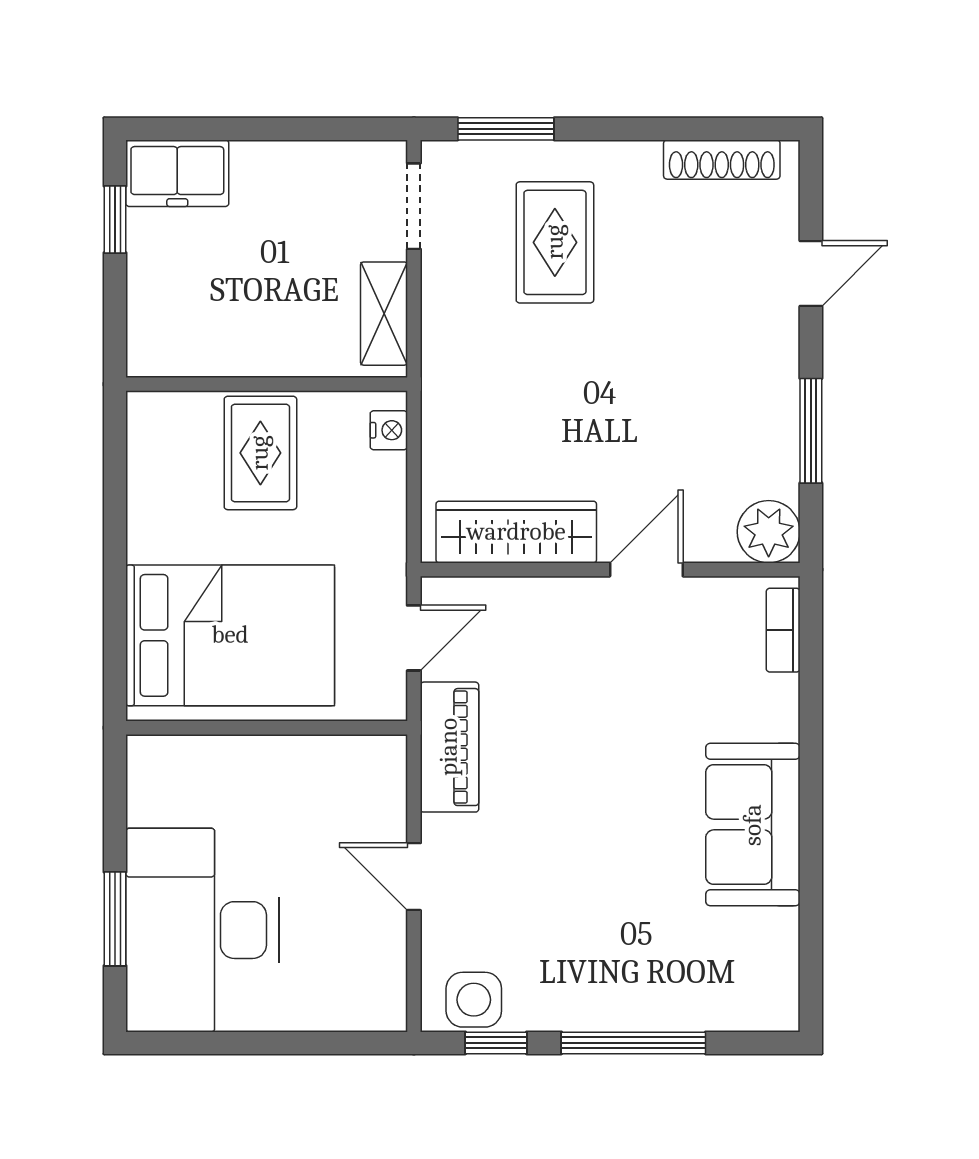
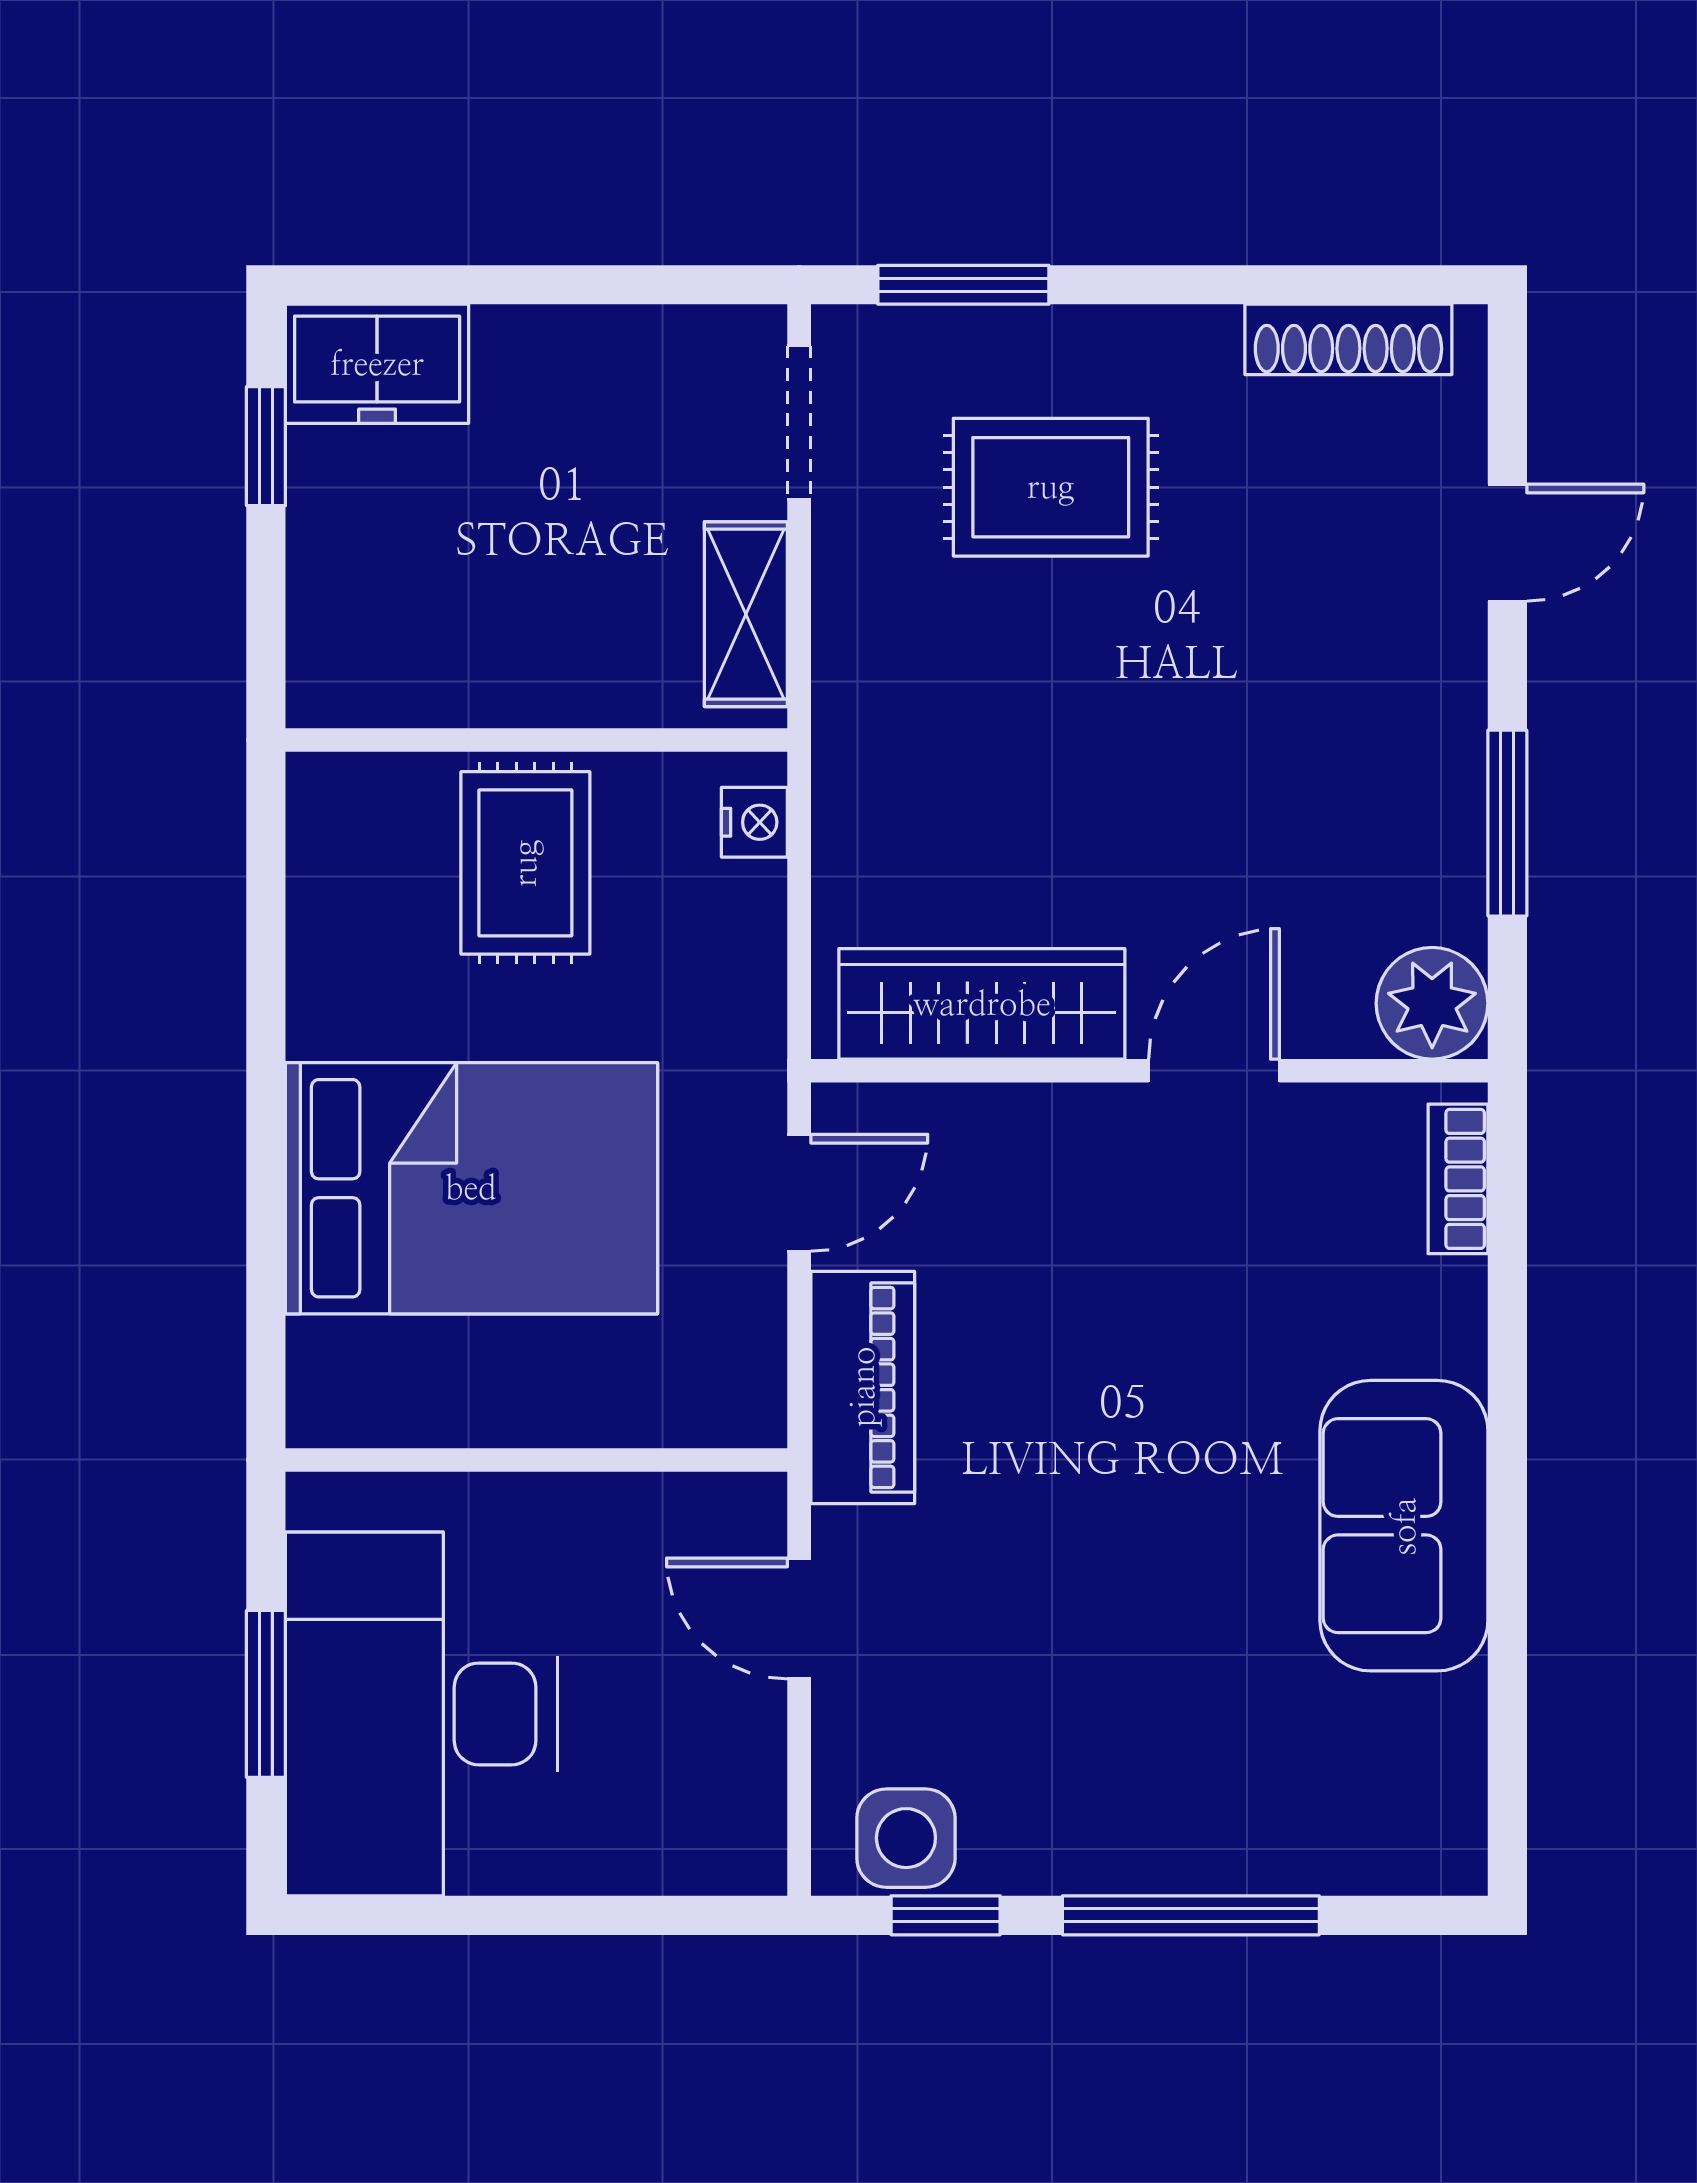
rug: (555, 242) -> (1051, 487), turned 90
wall: (267, 728) -> (536, 1460), moved

